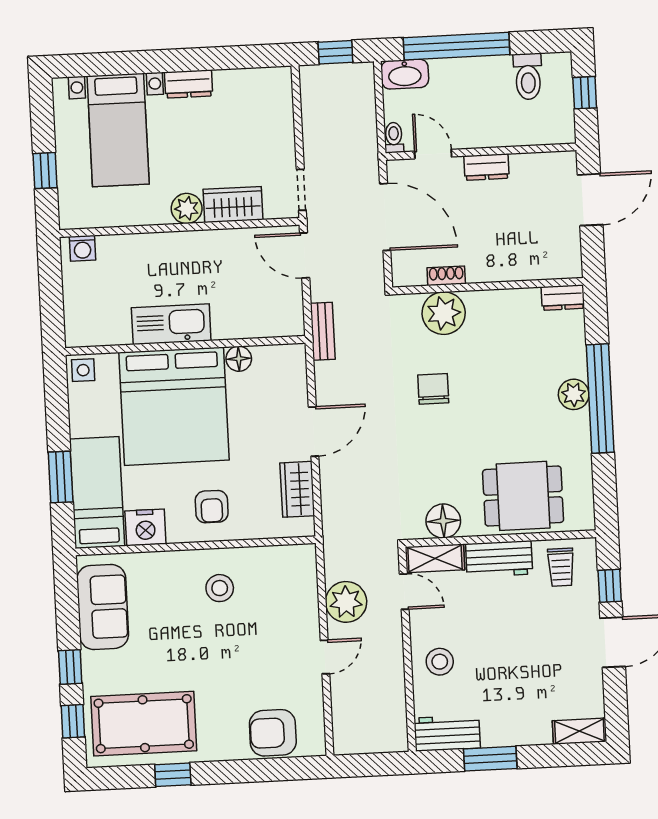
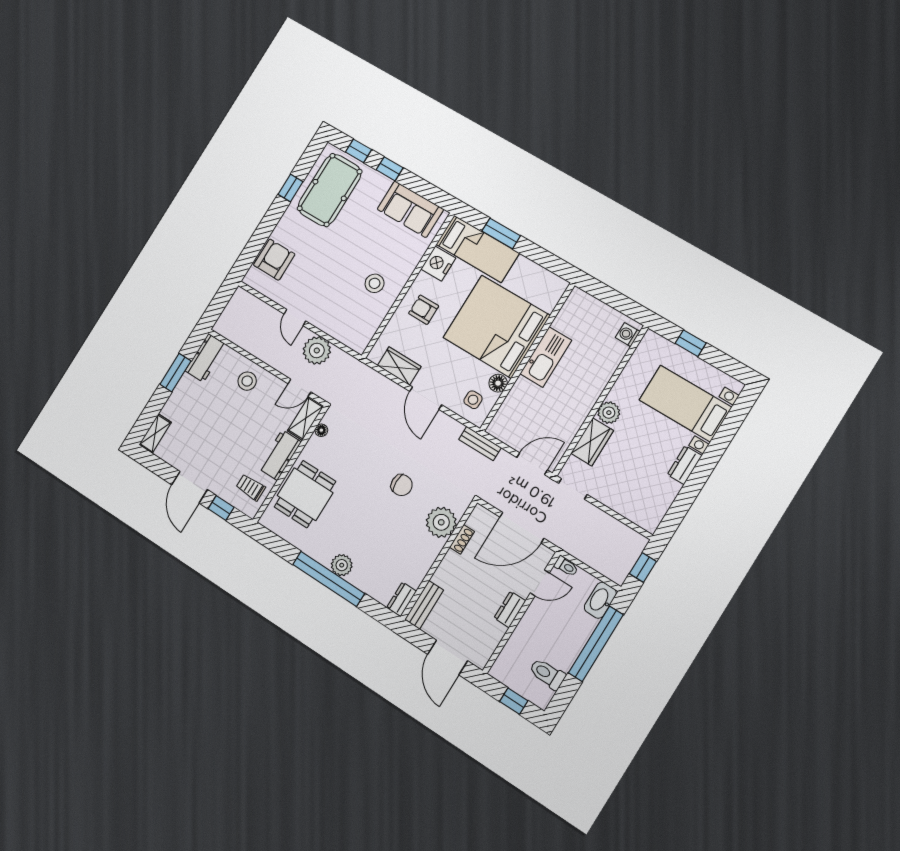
bench: (551, 267) -> (424, 605), added
side table: (83, 370) -> (473, 400), moved
floor lamp: (443, 521) -> (321, 430), width x0.53, depth x0.53

